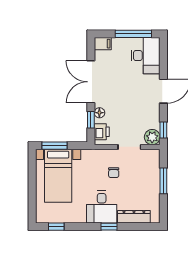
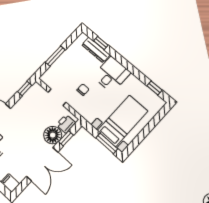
floor lamp: (99, 113) -> (53, 135), width x1.89, depth x1.89
plant: (152, 137) -> (36, 90), removed
window: (109, 227) -> (101, 43), moved

